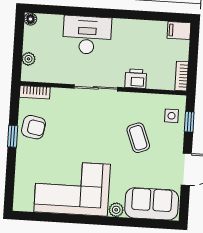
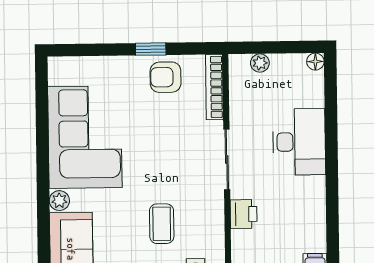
bookcase: (35, 92) -> (214, 87), width x1.56
armchair: (34, 127) -> (166, 77), turned 80
coffee table: (138, 138) -> (162, 224), turned -69

